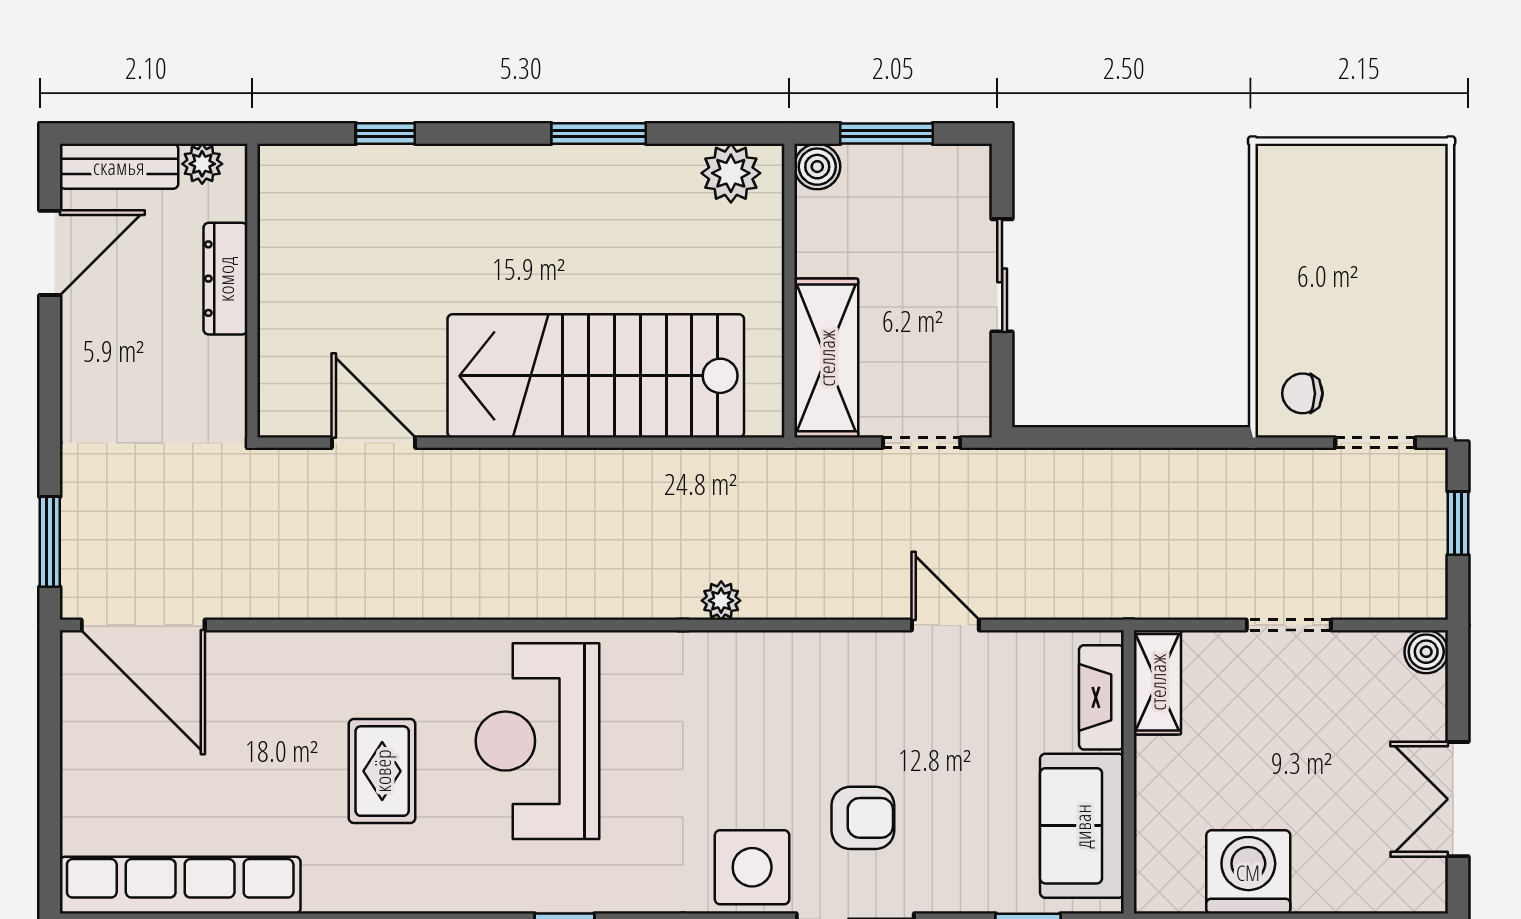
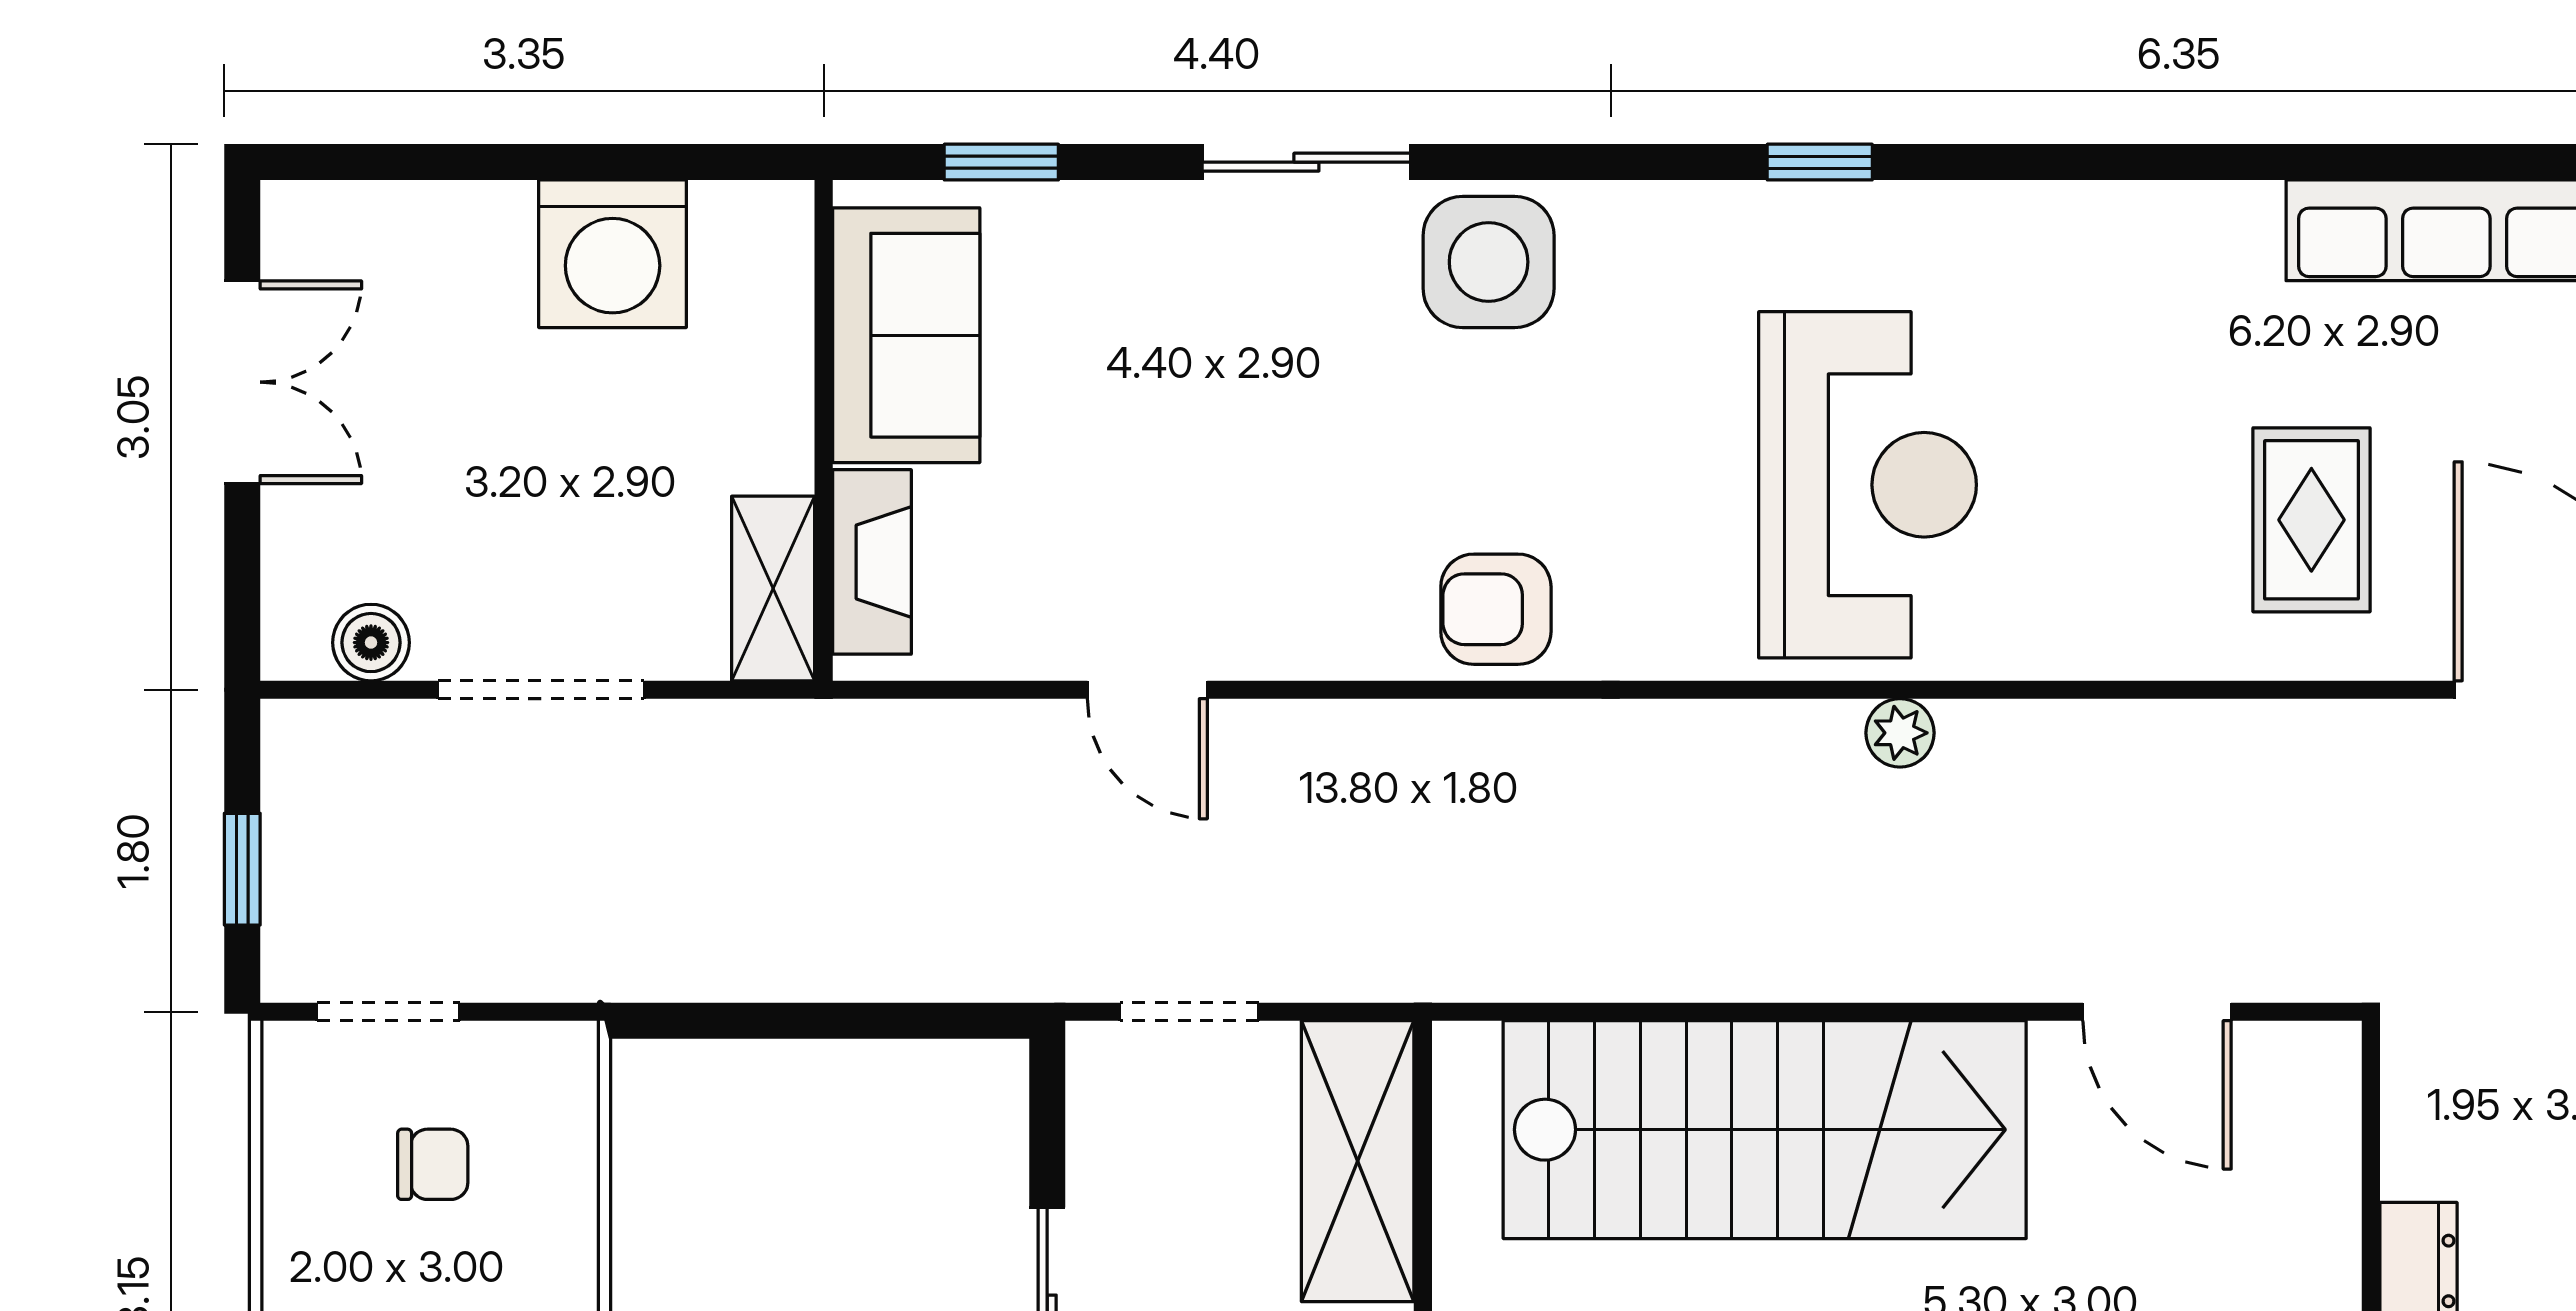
chair: (1302, 393) -> (433, 1164), moved
plant: (721, 601) -> (1900, 733), moved
doorway: (1289, 625) -> (541, 690), width x1.38
boiler: (1426, 652) -> (371, 643), moved
rug: (382, 771) -> (2311, 520), moved
armchair: (863, 818) -> (1496, 609), moved

